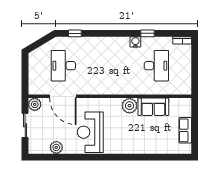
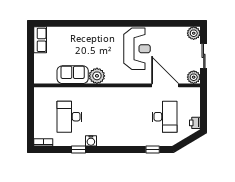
printer: (33, 60) -> (195, 123), added
row of seats: (185, 130) -> (40, 40), moved
plant: (56, 147) -> (194, 33), moved

